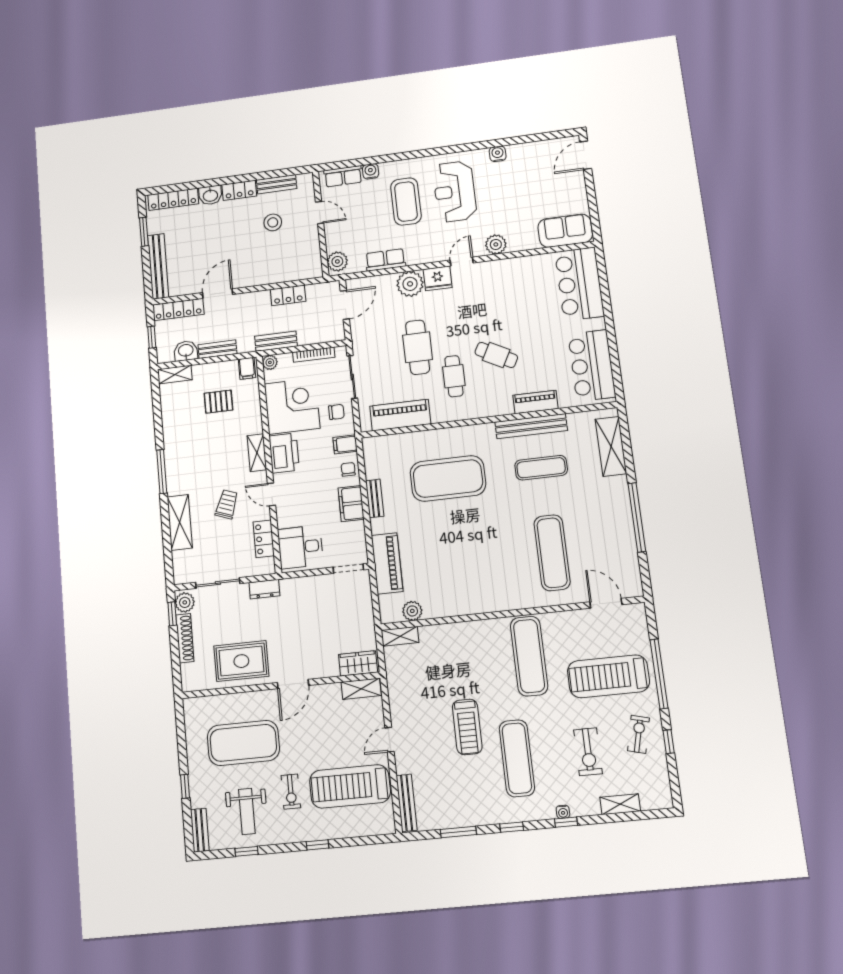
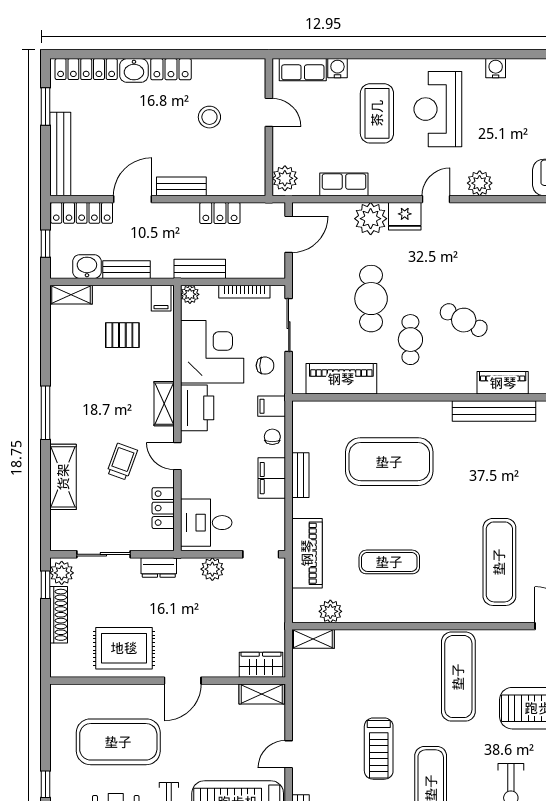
bench: (277, 184) -> (181, 186), moved
exercise mat: (541, 468) -> (389, 562), moved
plant: (309, 586) -> (212, 569), added

